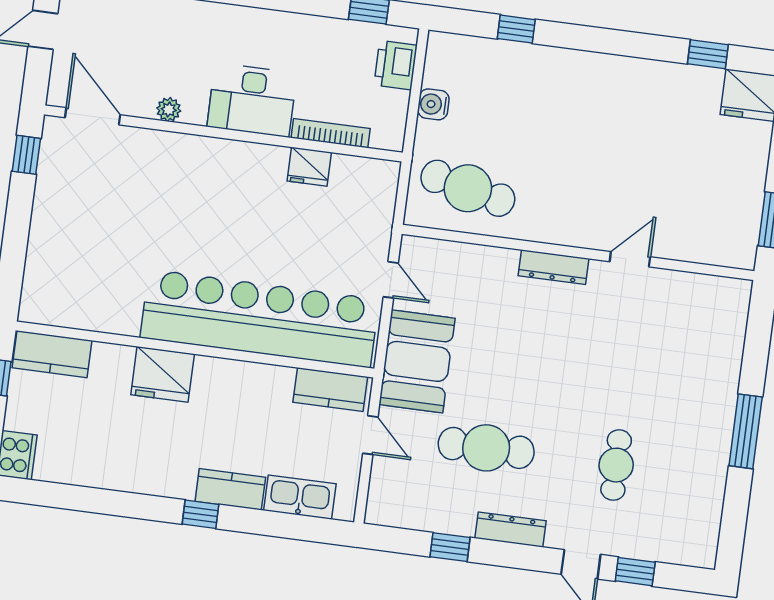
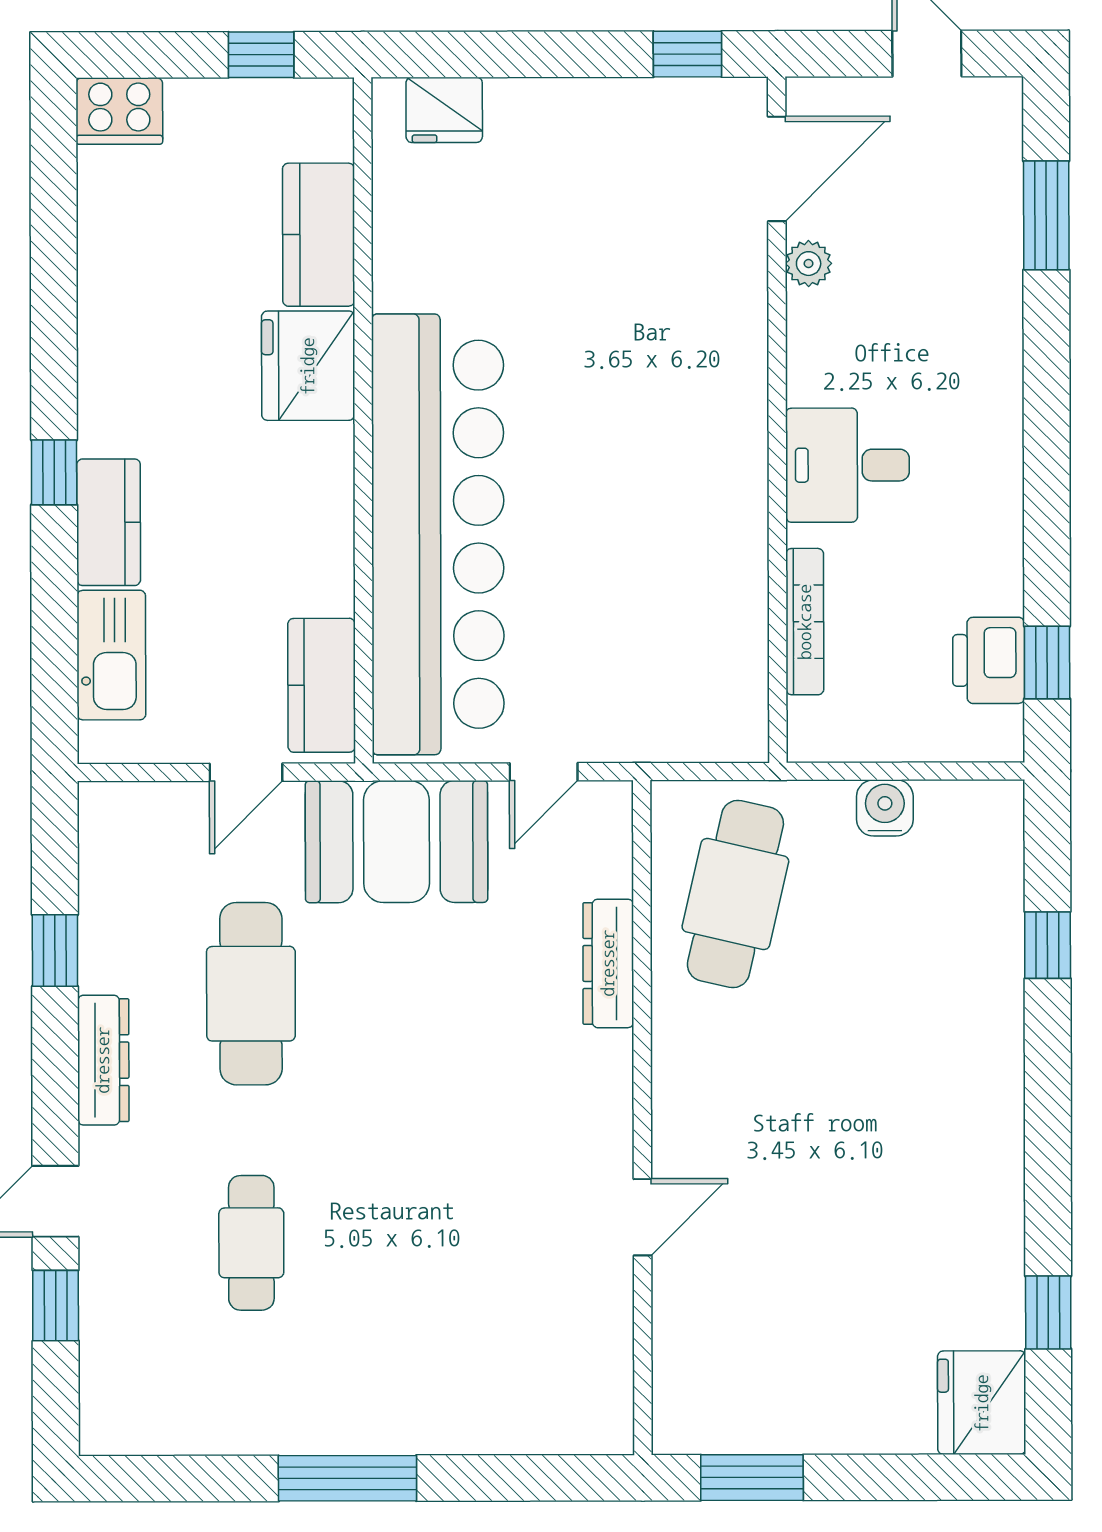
printer: (396, 65) -> (989, 660), moved, turned -90
desk: (252, 100) -> (847, 465), width x0.73
plant: (169, 110) -> (809, 264), moved
fridge: (309, 167) -> (444, 110), moved, turned -90
door: (630, 259) -> (642, 1217), hinge flipped
dresser: (553, 267) -> (608, 963), moved
kitchen counter: (52, 354) -> (318, 235), moved
cafe table: (616, 465) -> (251, 1243), turned 90

